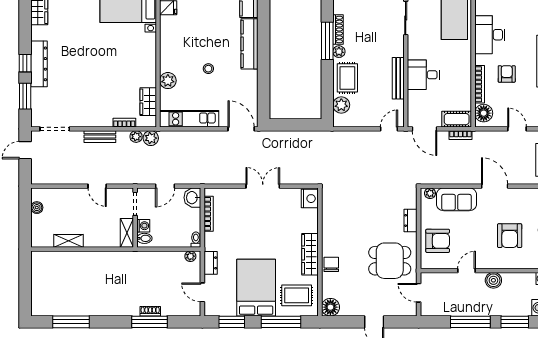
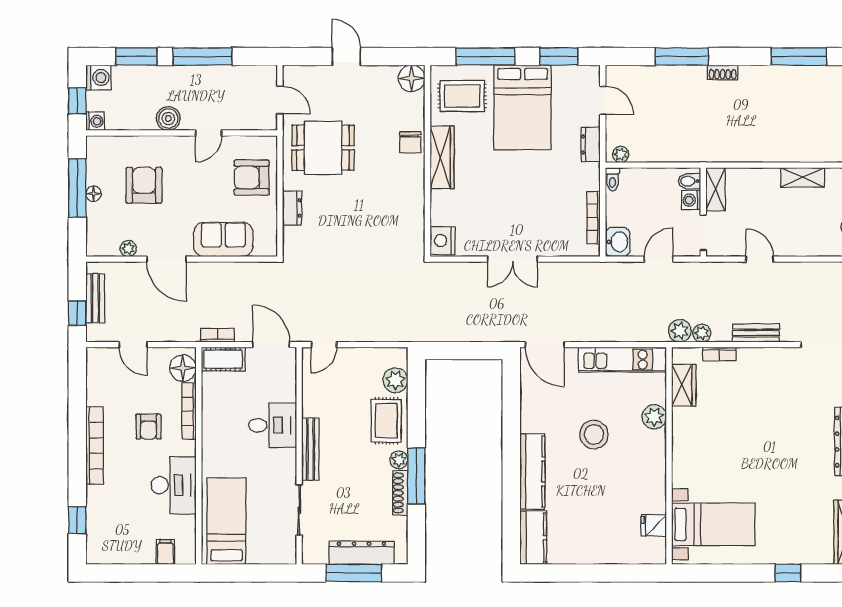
stool: (208, 69) -> (594, 434), width x1.89, depth x1.89
bench: (398, 78) -> (310, 449), moved
plant: (430, 193) -> (128, 248), moved
shoe rack: (150, 311) -> (723, 72), moved

